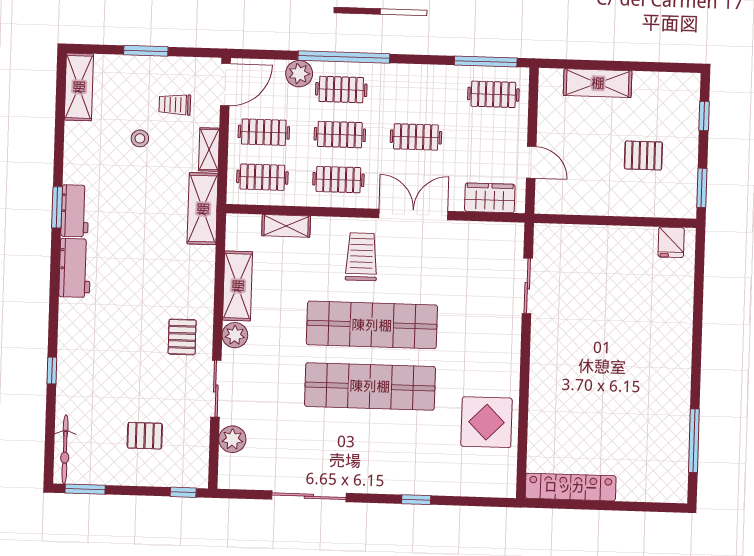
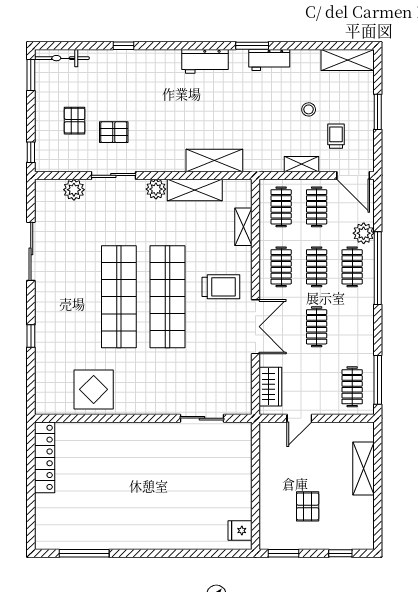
shelving: (203, 209) -> (214, 160), moved
workbench: (75, 211) -> (269, 60), moved
pallet: (182, 337) -> (114, 132), moved

